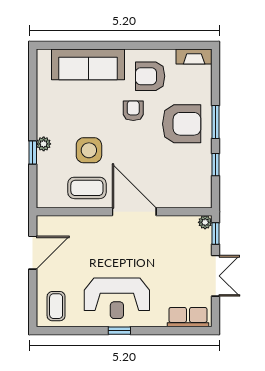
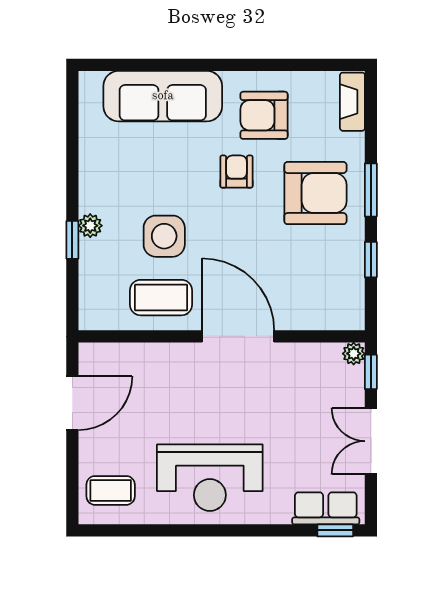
fireplace: (194, 57) -> (352, 102), moved, turned 90
double door: (216, 276) -> (371, 441), swing flipped
coffee table: (56, 306) -> (111, 490), turned 90
window: (119, 331) -> (335, 530), moved

